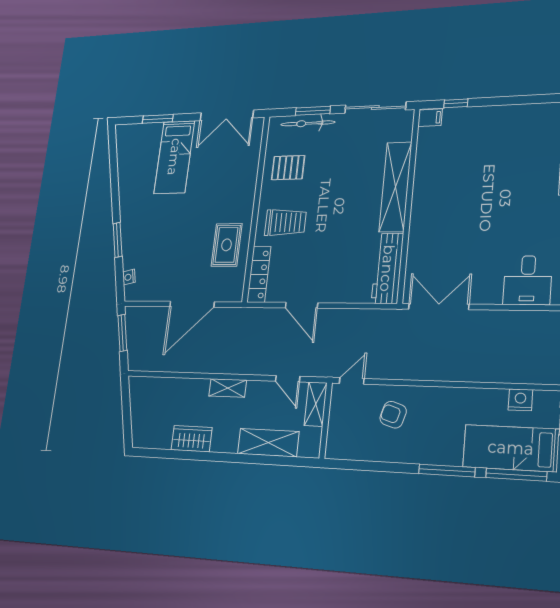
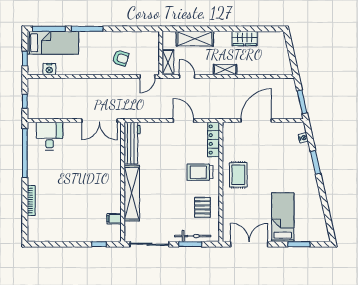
filing cabinet: (430, 118) -> (114, 219), moved
pallet: (288, 168) -> (202, 207), turned 90
rug: (227, 245) -> (238, 175), moved

